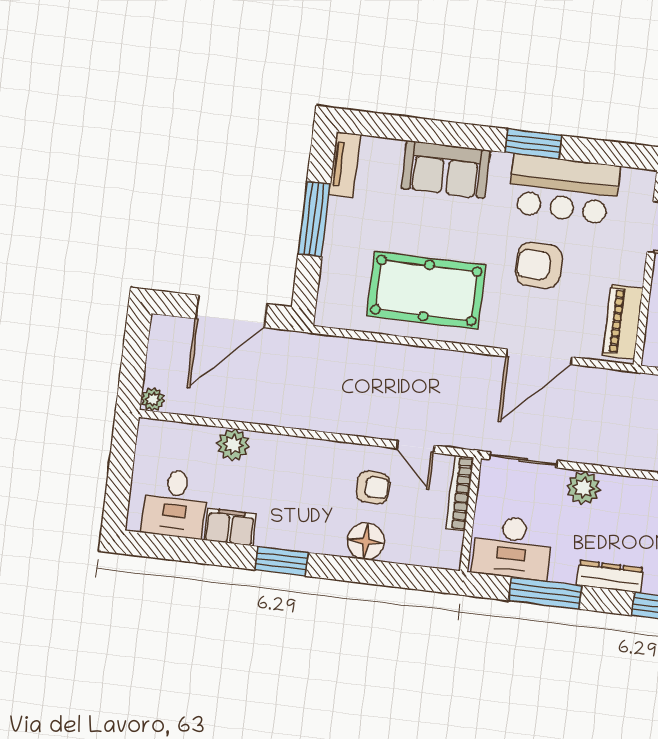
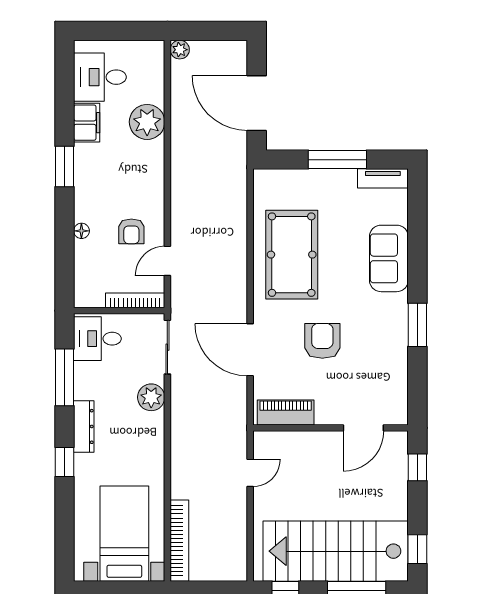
bar counter: (564, 189) -> (385, 353), removed
plant: (233, 445) -> (147, 122), width x1.36, depth x1.36
floor lamp: (366, 541) -> (81, 231), width x0.53, depth x0.53
desk: (512, 547) -> (97, 339), width x0.73

